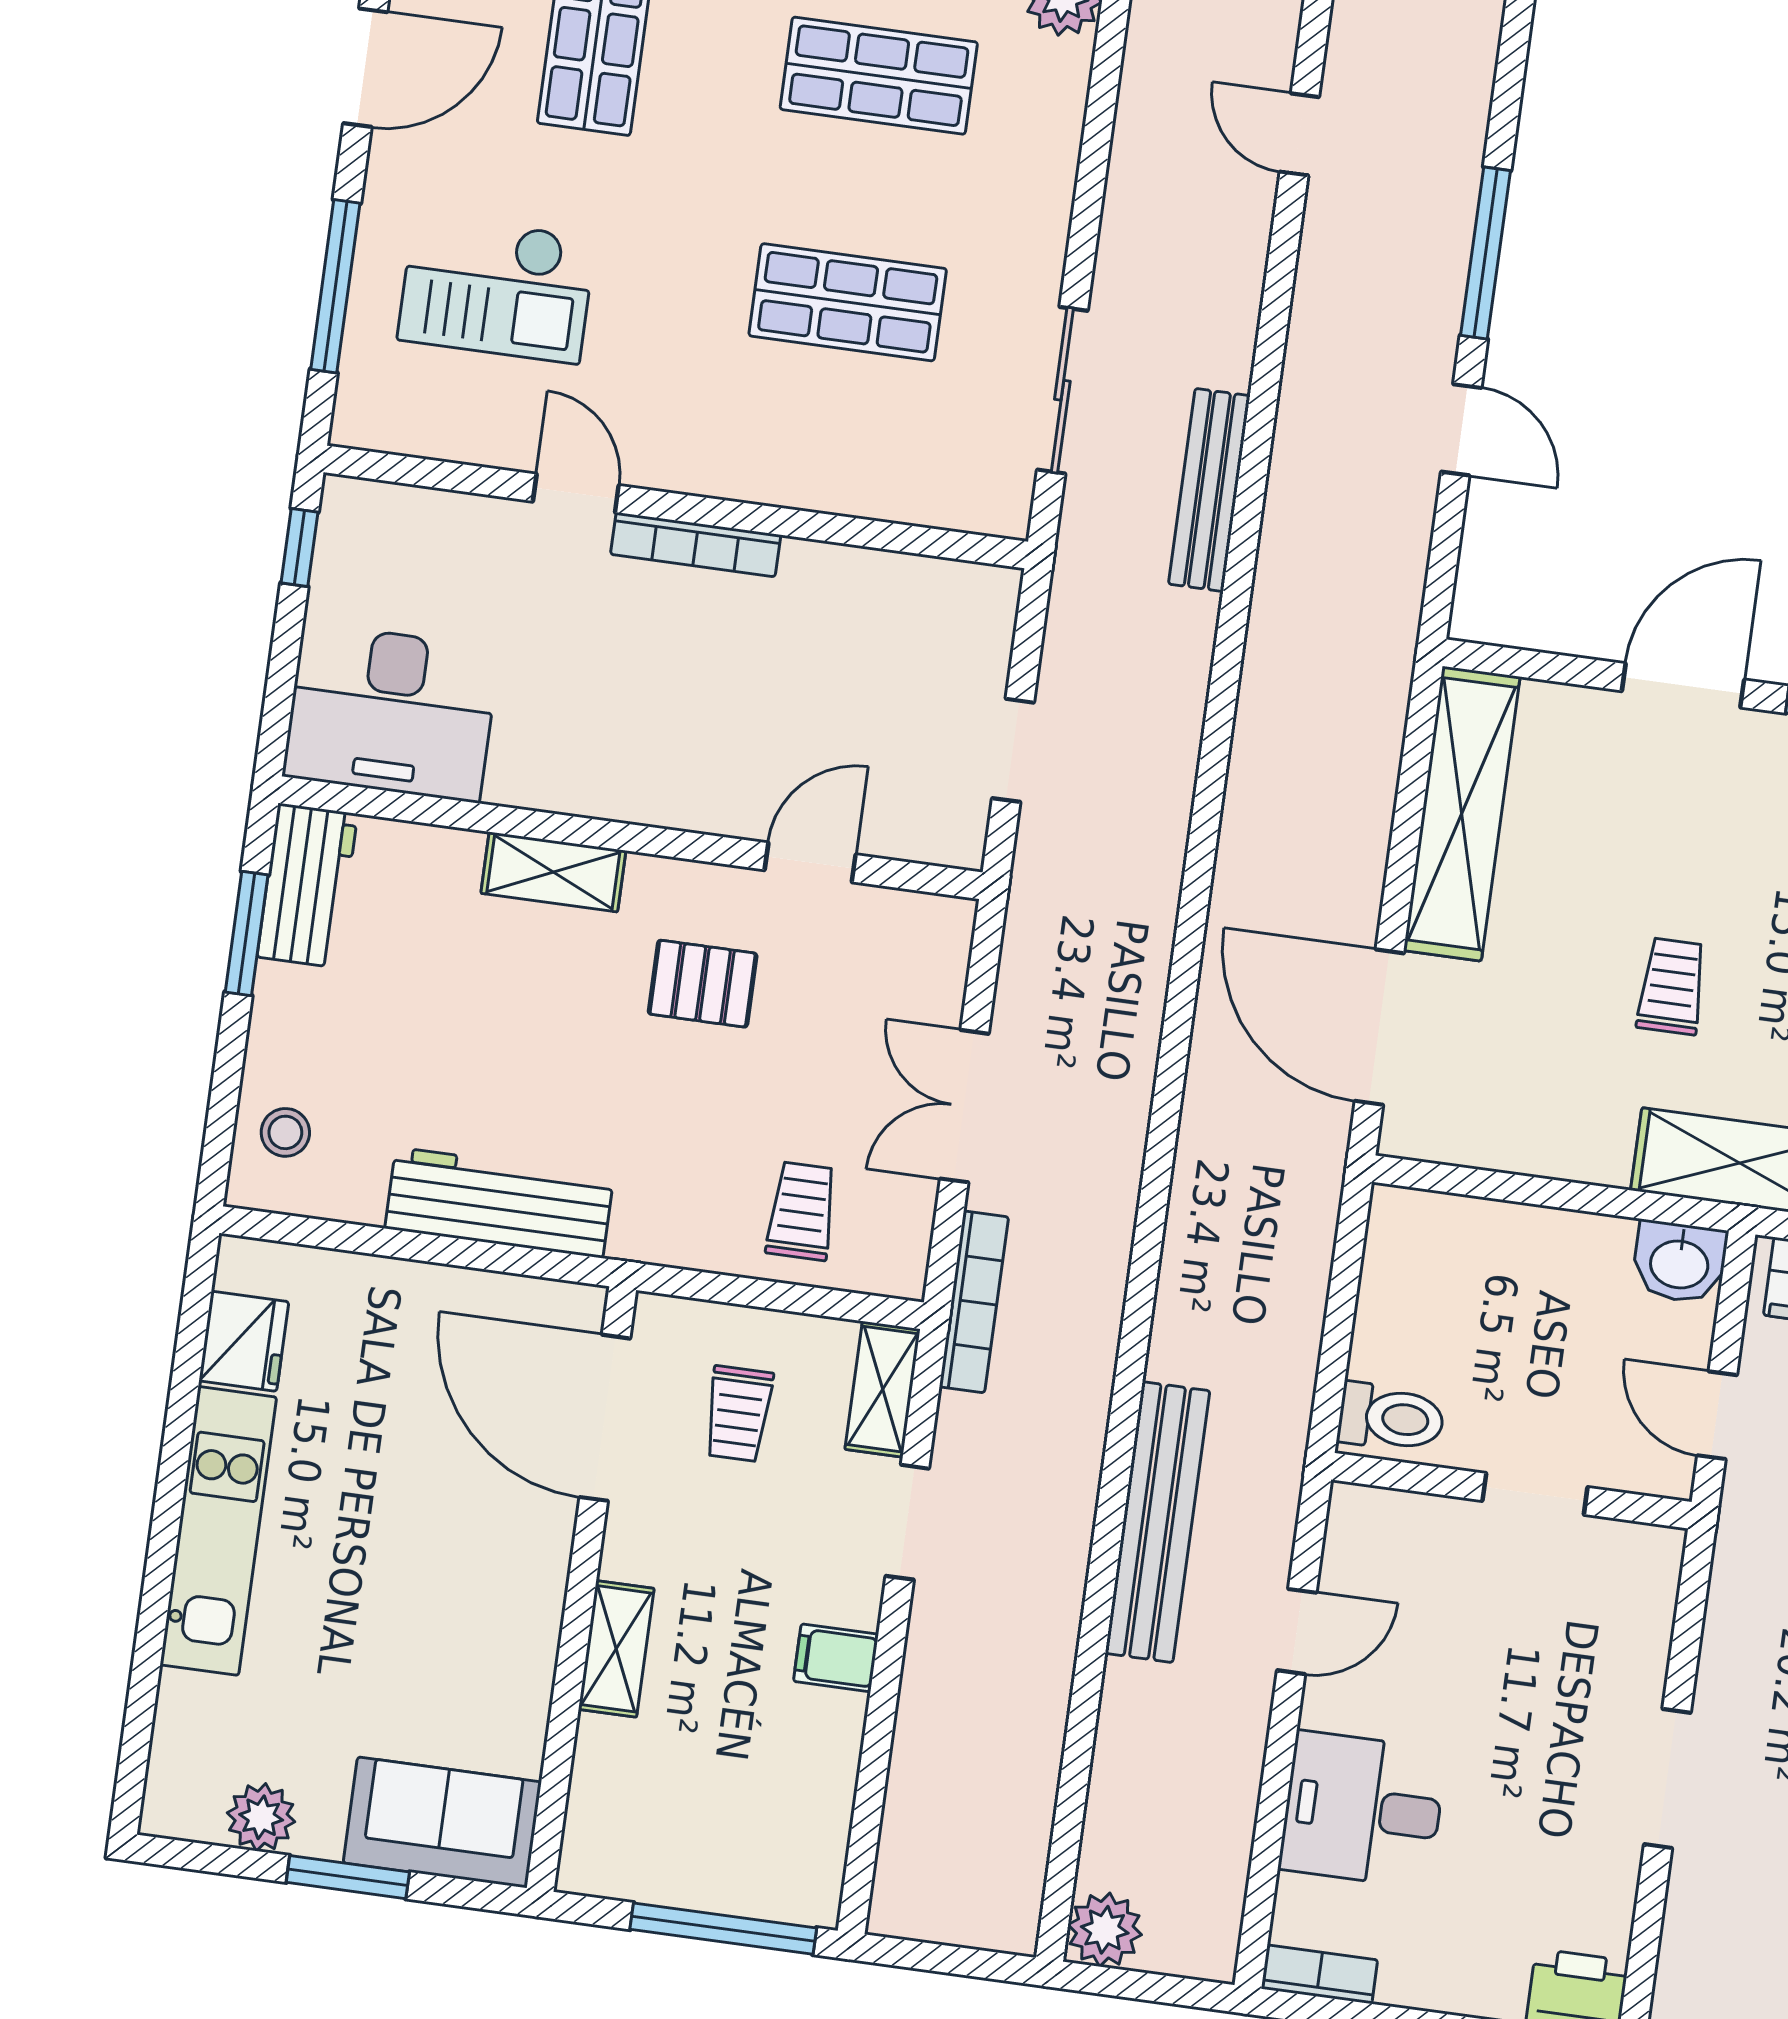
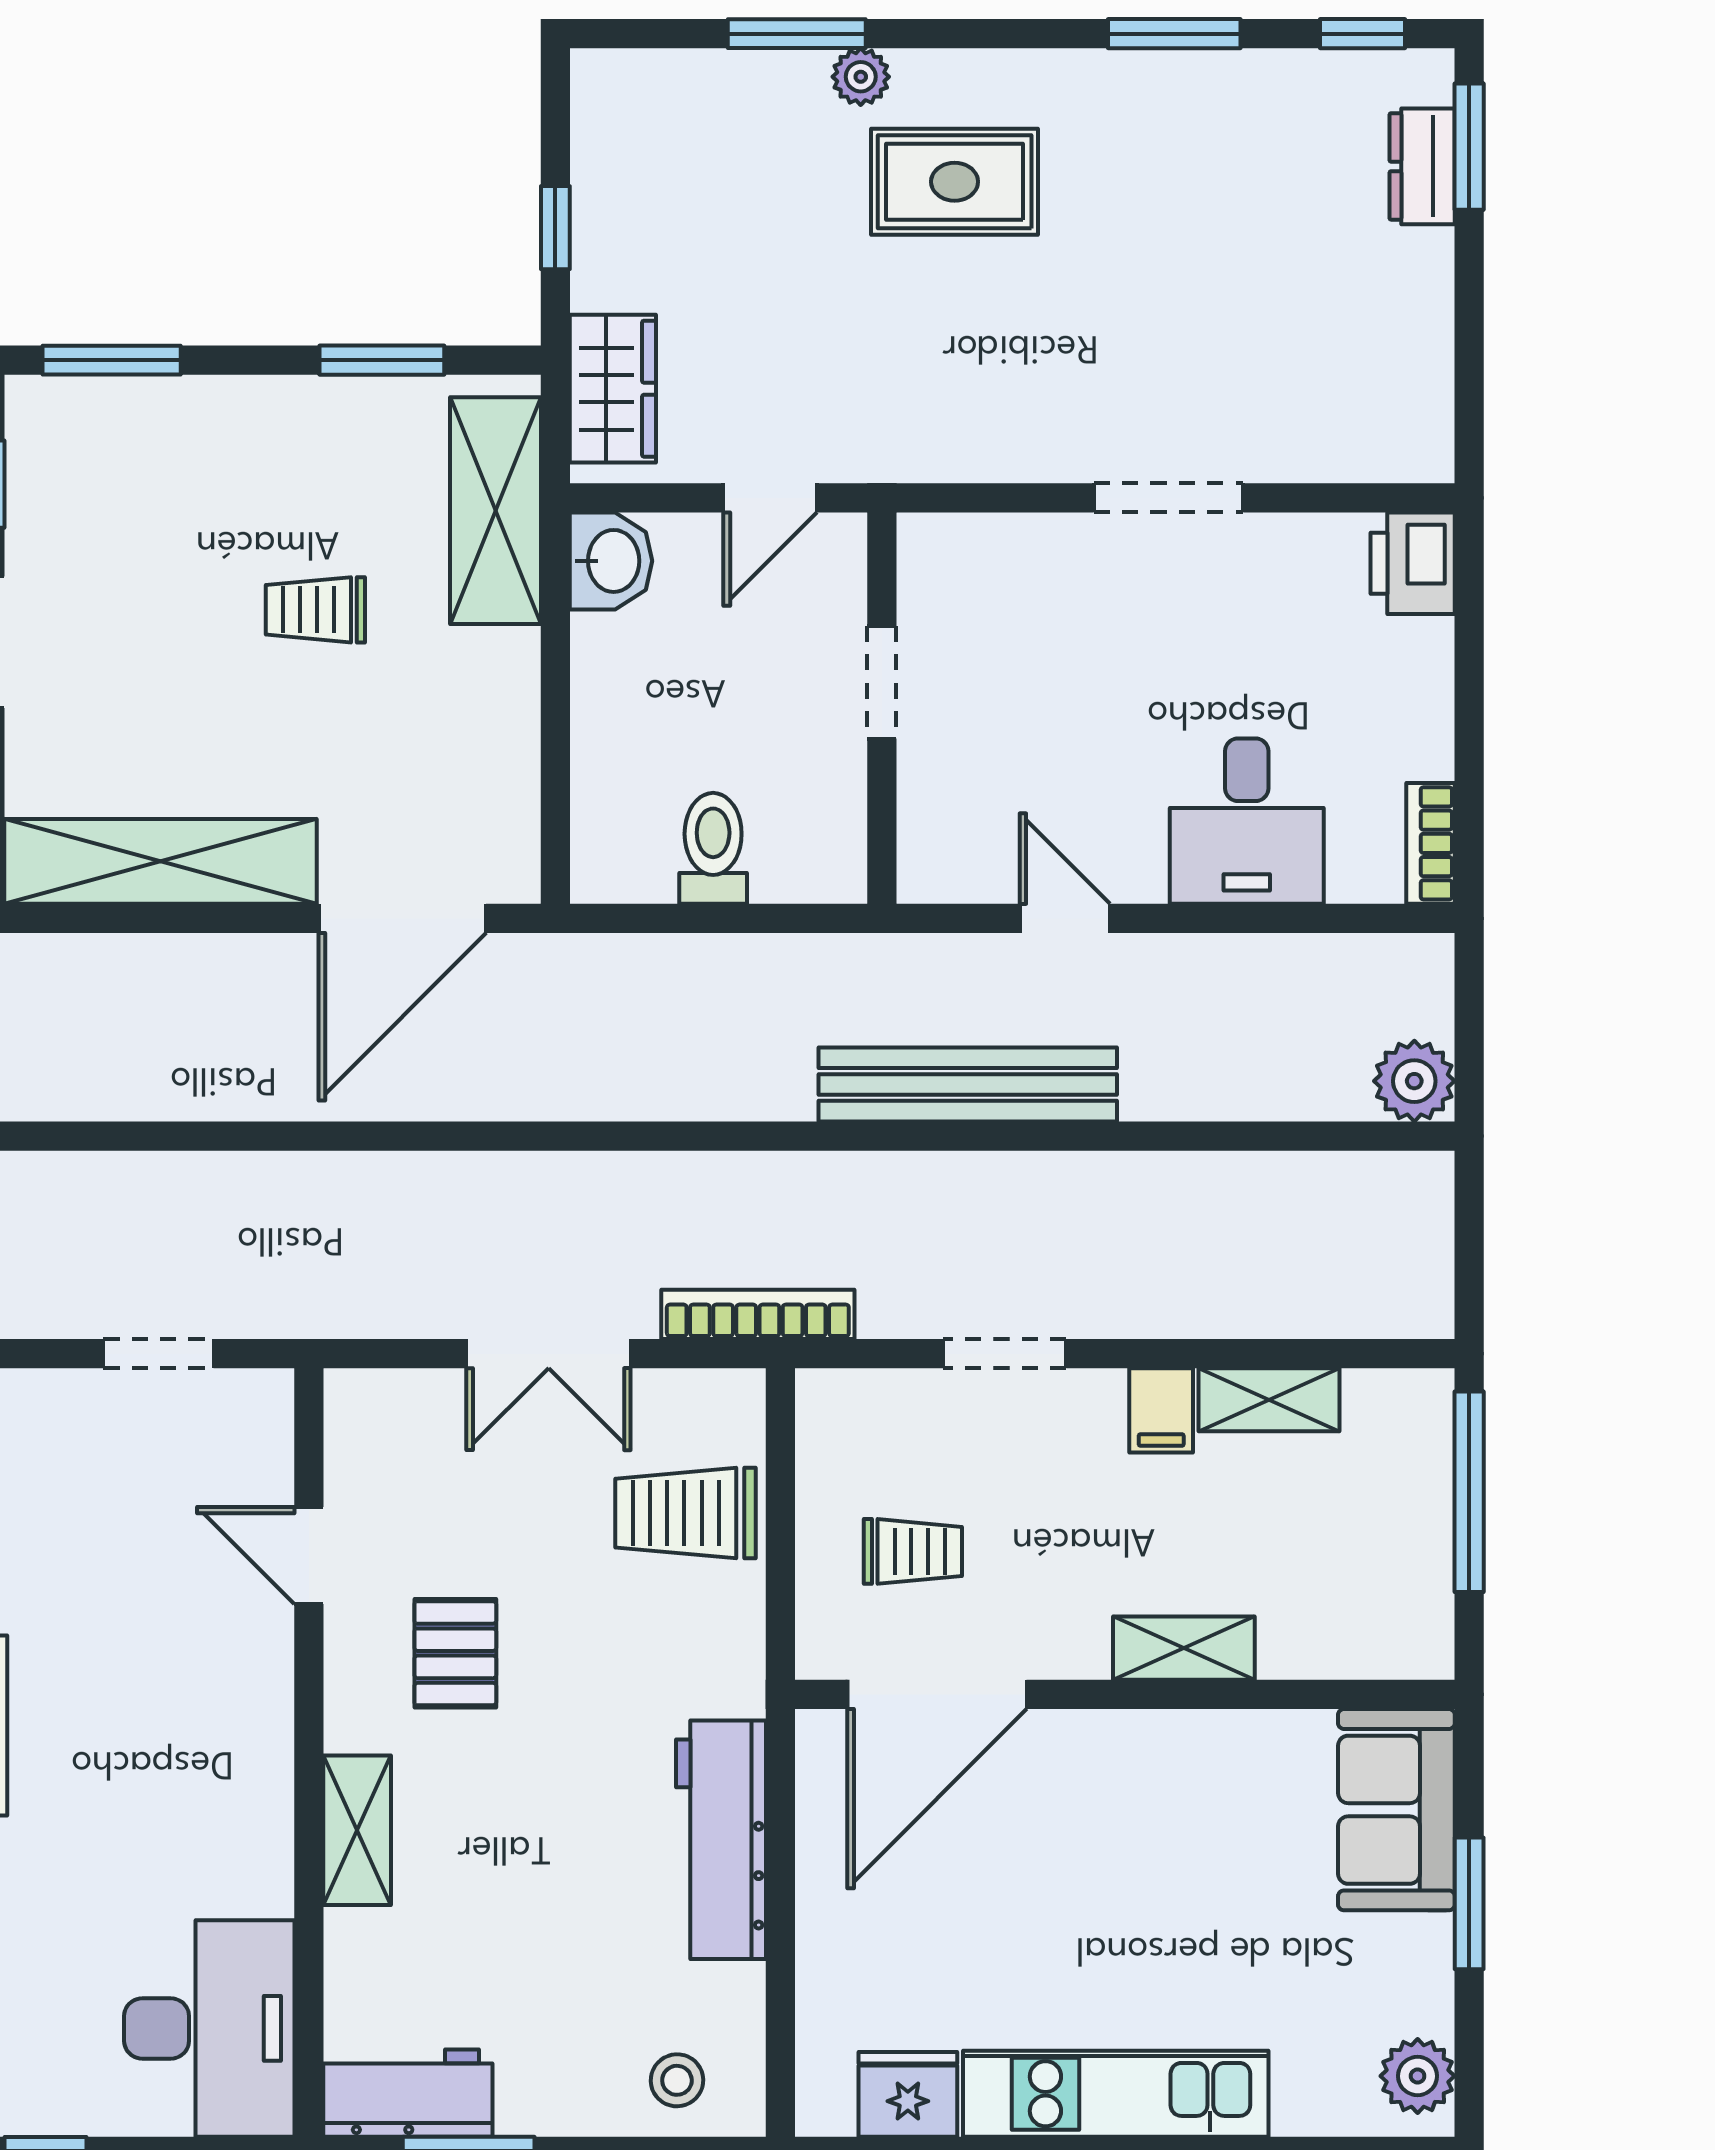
trolley: (802, 1211) -> (686, 1513), width x1.36, depth x1.39
shelving: (883, 1389) -> (1269, 1400), moved
toilet: (1391, 1418) -> (713, 848), moved
plant: (261, 1817) -> (1418, 2076), moved

